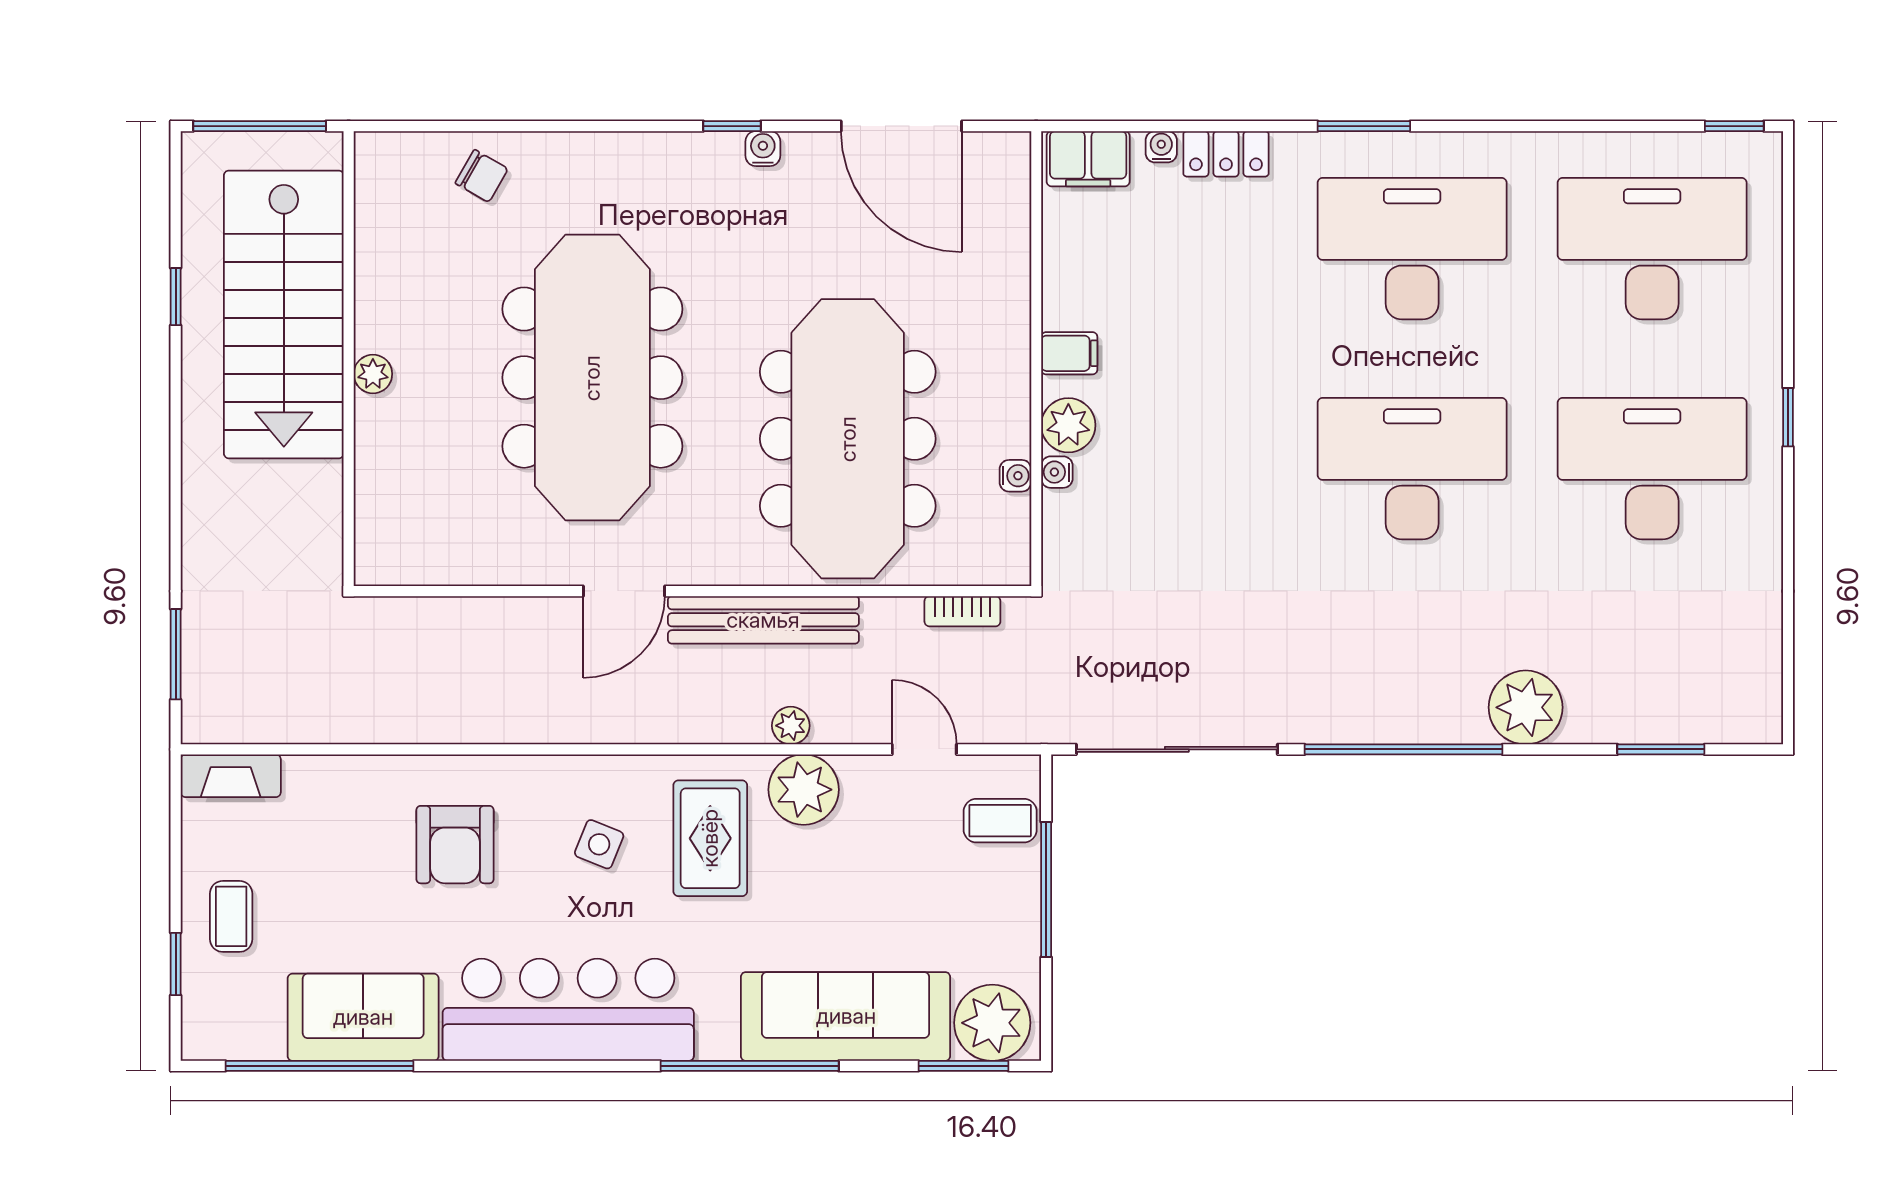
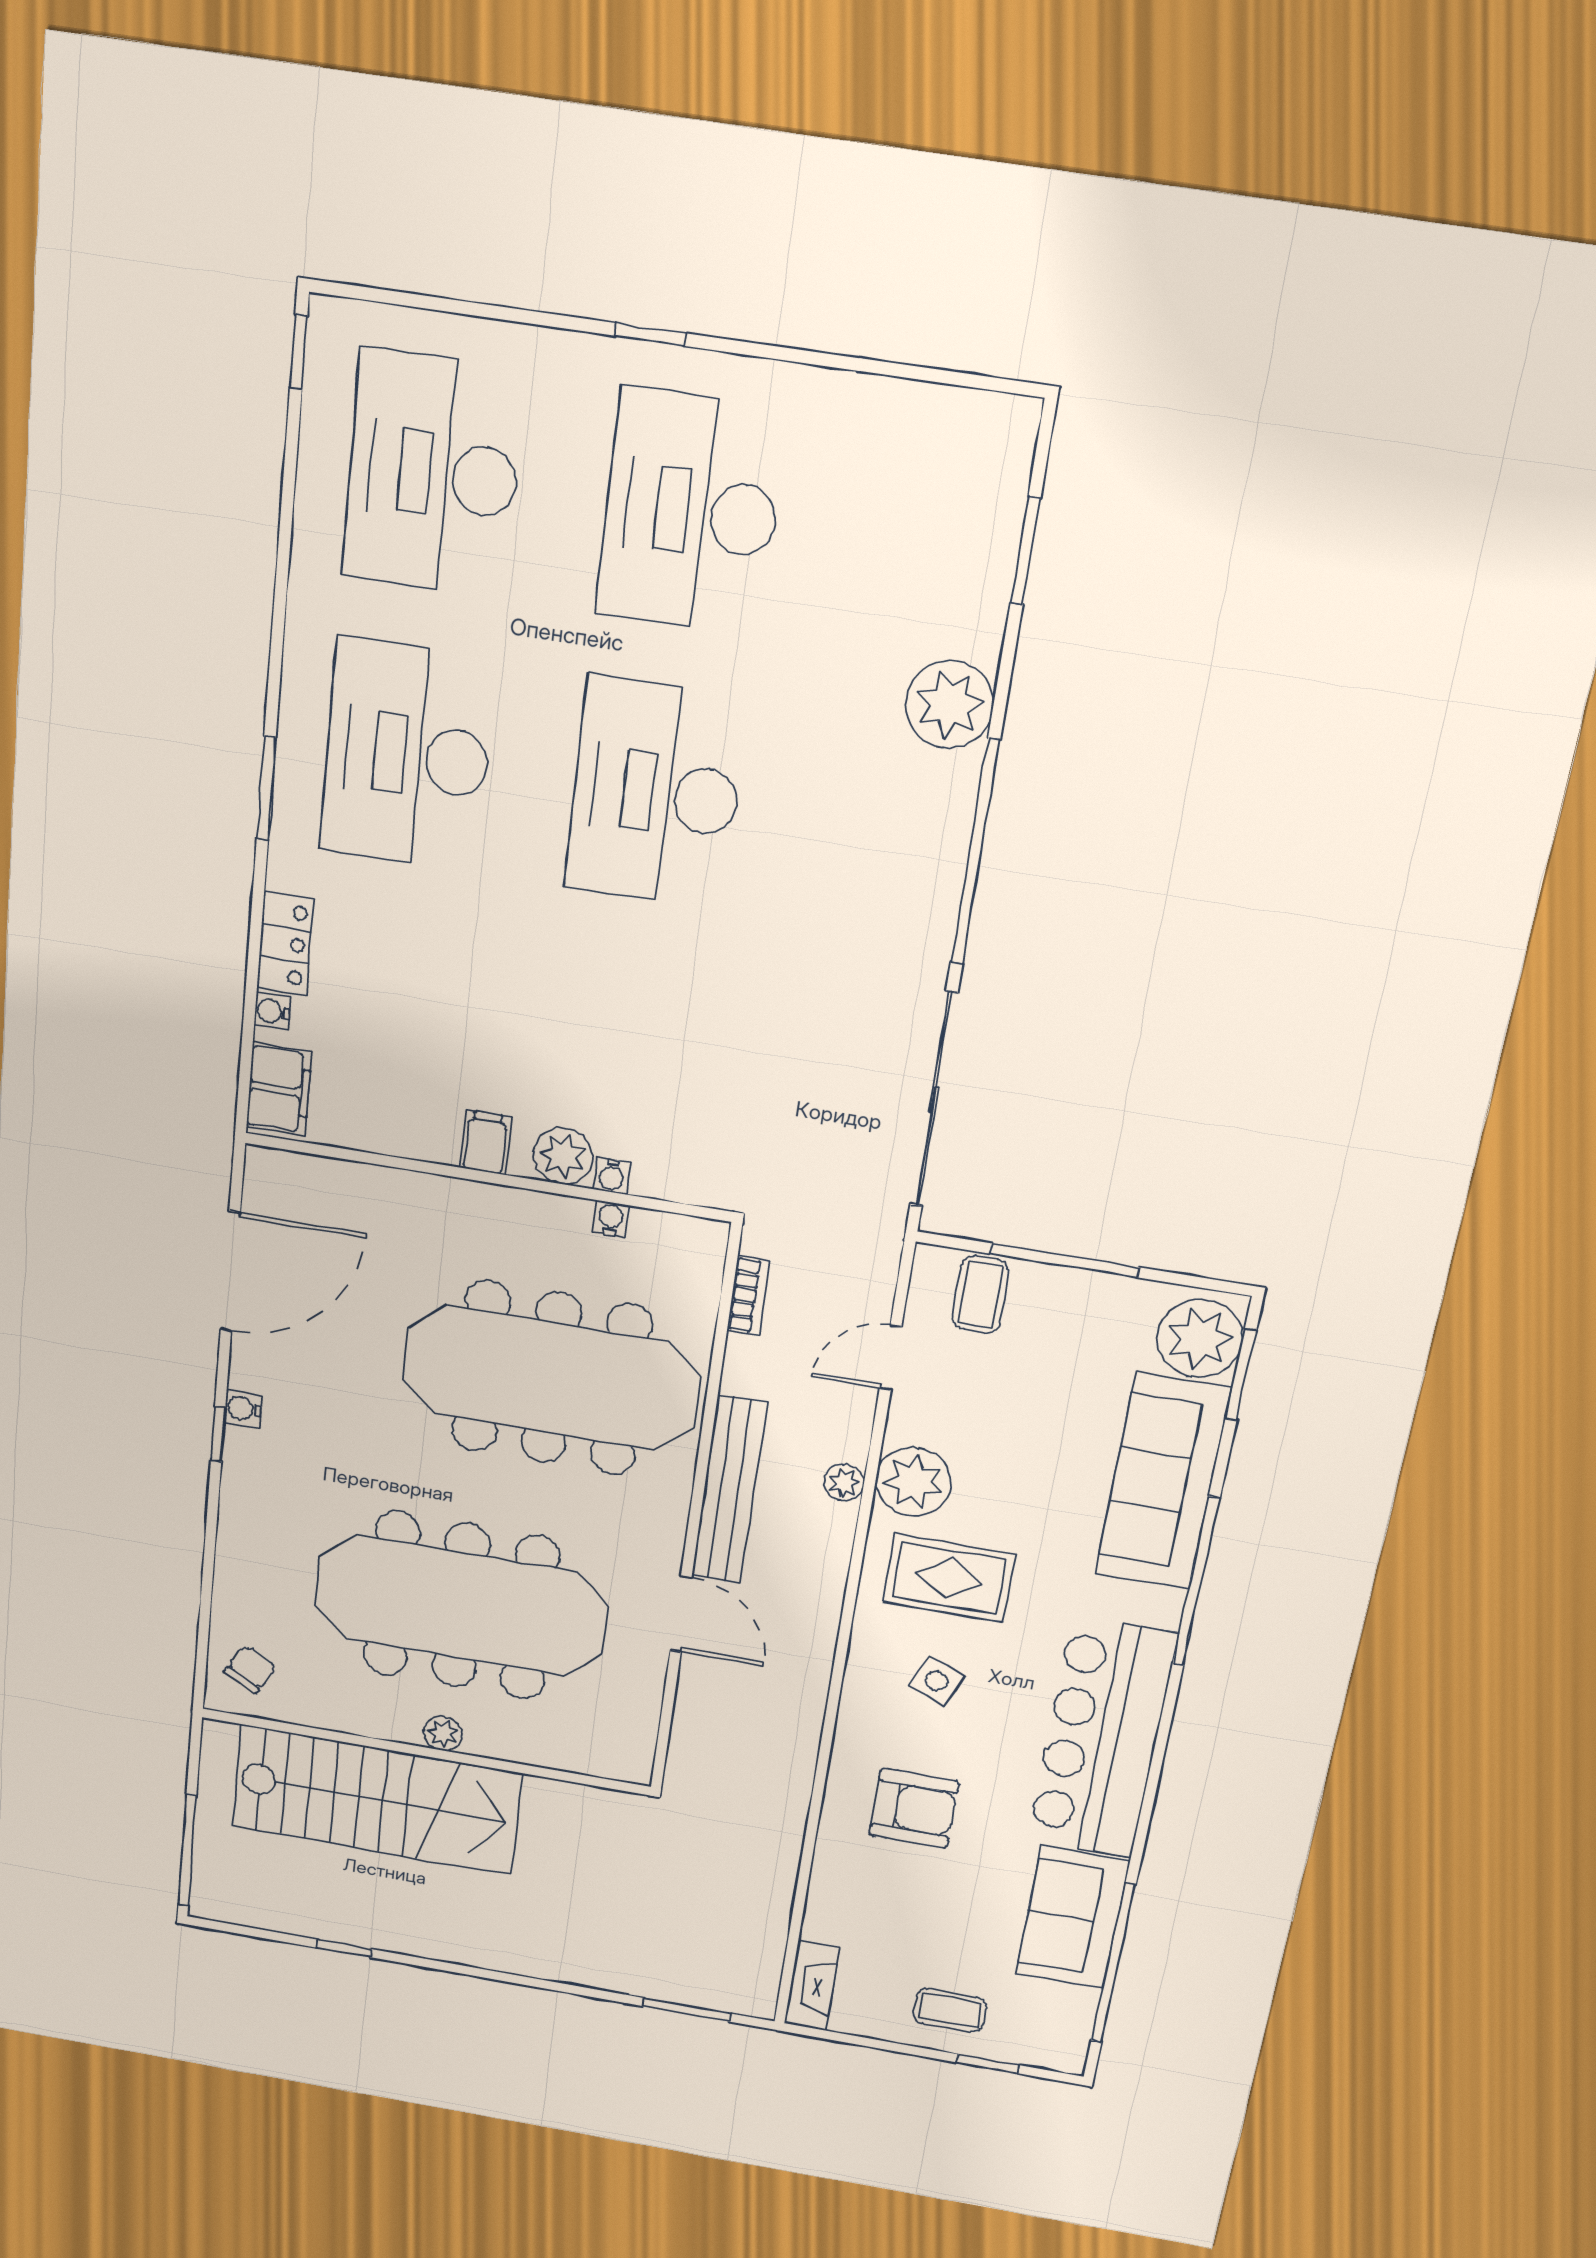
stairs: (284, 314) -> (376, 1800), moved
wall: (349, 359) -> (425, 1752), moved
plant: (373, 374) -> (443, 1734), moved

